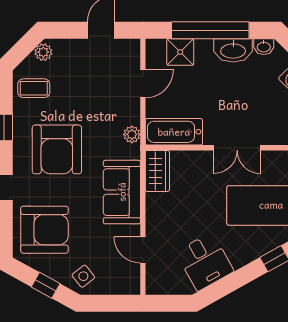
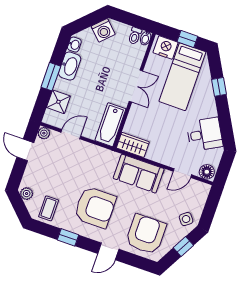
window: (210, 30) -> (51, 77), width x0.47
door: (143, 84) -> (71, 134), hinge flipped
plant: (132, 134) -> (44, 133), moved
floor lamp: (156, 282) -> (207, 172), added

